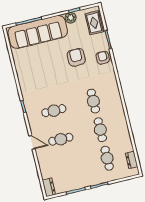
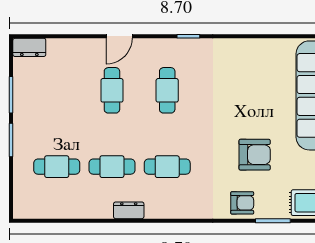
dresser: (132, 160) -> (129, 210), moved

